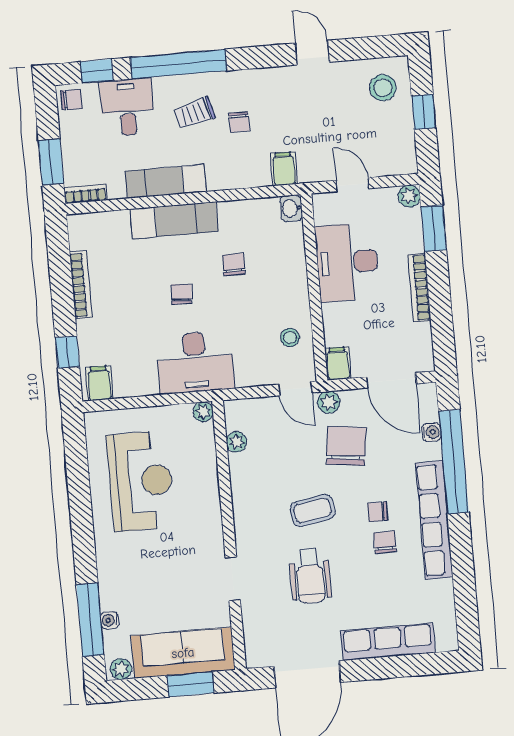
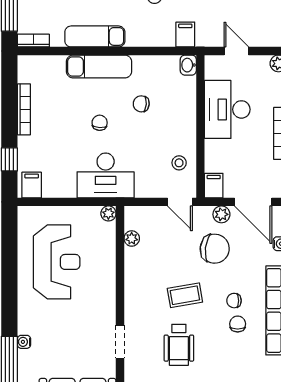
chair: (234, 264) -> (141, 104), turned -86
plant: (329, 402) -> (221, 214), moved
chair: (346, 446) -> (215, 249), turned 90
water cooler: (110, 620) -> (24, 342), moved

